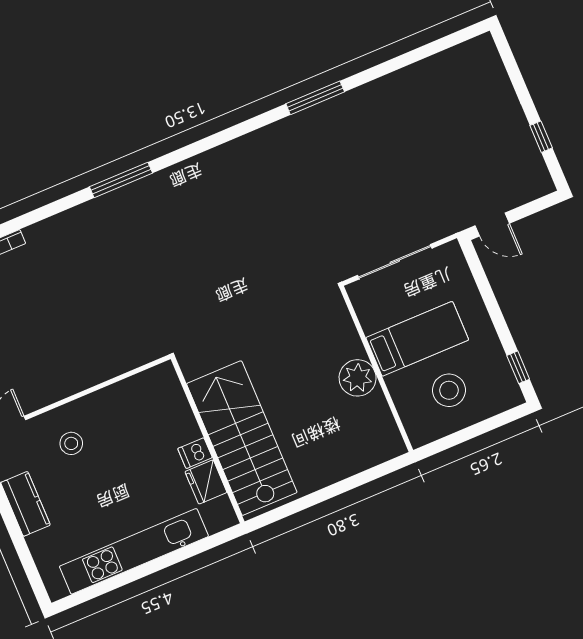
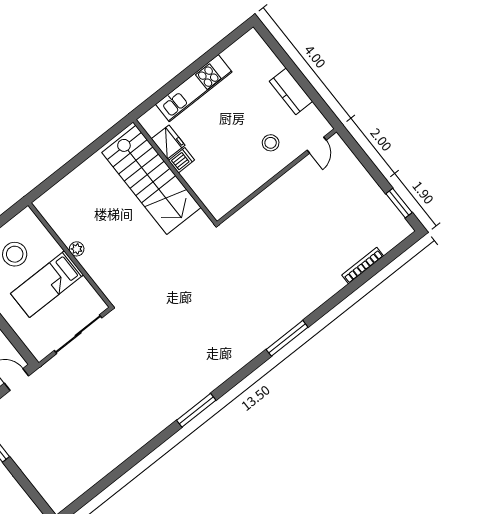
window: (315, 98) -> (196, 410), moved
plant: (358, 378) -> (77, 249), width x0.53, depth x0.53
kitchen unit: (134, 551) -> (194, 88), width x0.73

